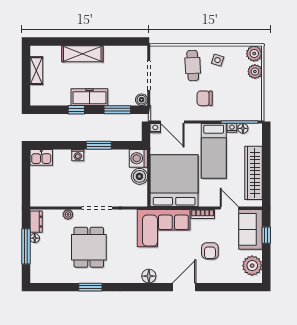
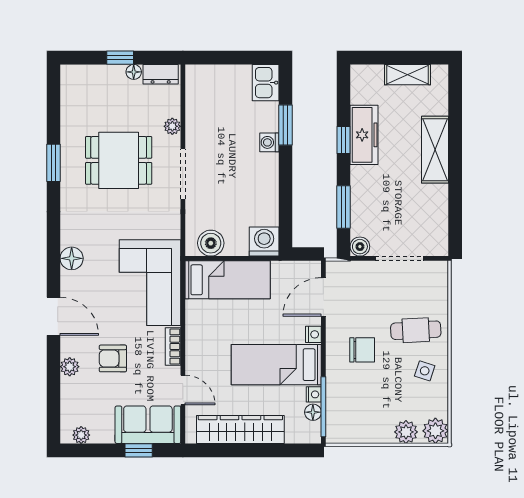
freezer: (89, 97) -> (364, 135), moved
chair: (205, 98) -> (362, 350), turned 90
nightstand: (155, 128) -> (313, 334), moved
window: (99, 145) -> (286, 125), moved
boiler: (139, 176) -> (211, 243), moved
bed: (174, 181) -> (228, 280), width x0.49
door: (229, 208) -> (183, 390), hinge flipped
window: (26, 246) -> (120, 58), width x0.46
plant: (252, 266) -> (81, 435), width x0.53, depth x0.53
plant: (215, 277) -> (70, 367), added

